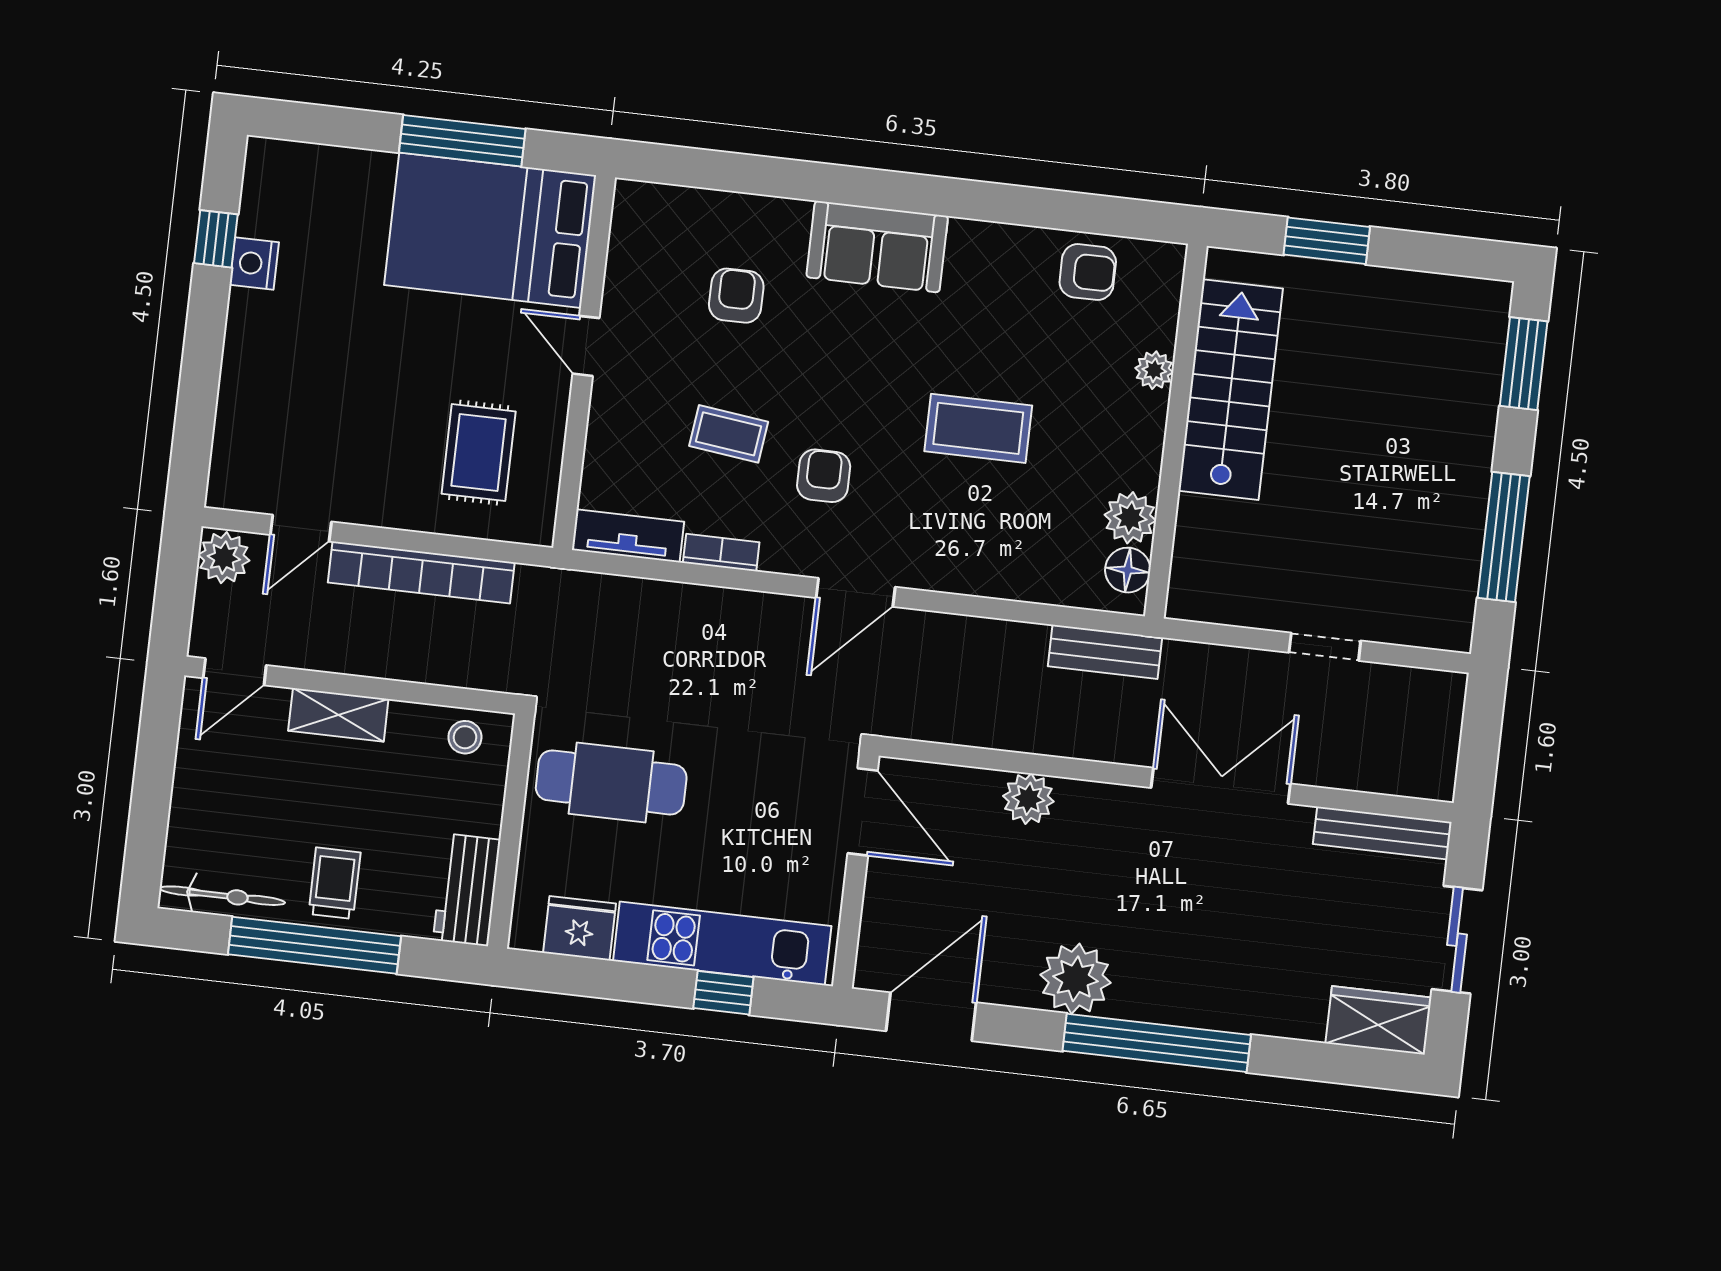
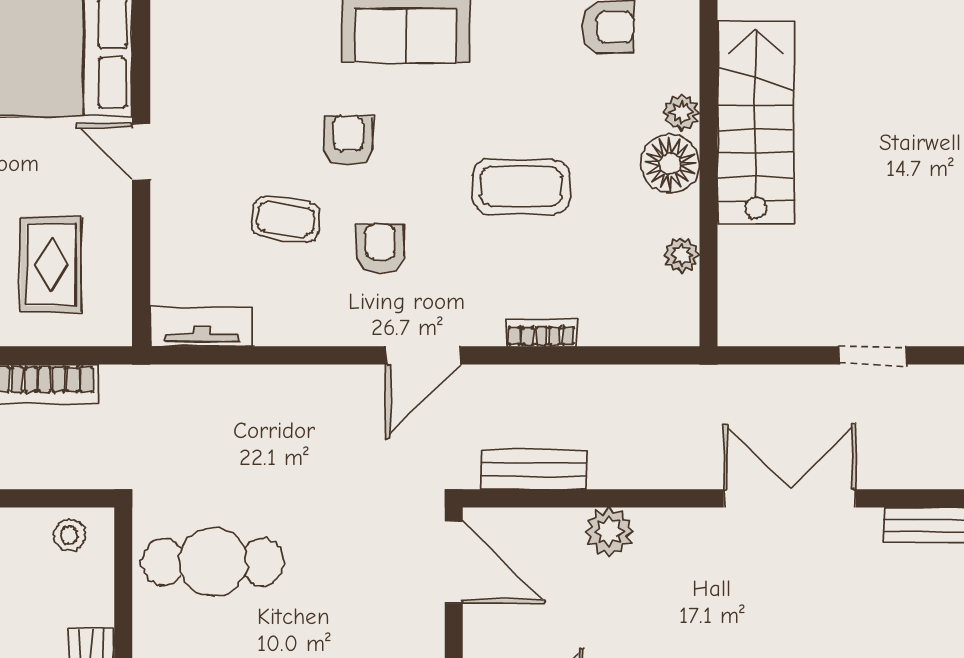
armchair: (736, 296) -> (348, 140), moved
plant: (1130, 518) -> (681, 255), width x0.73, depth x0.73
bookcase: (721, 553) -> (541, 332), moved
floor lamp: (1128, 570) -> (670, 164), moved, width x1.38, depth x1.38
bench: (1105, 652) -> (533, 469), moved

